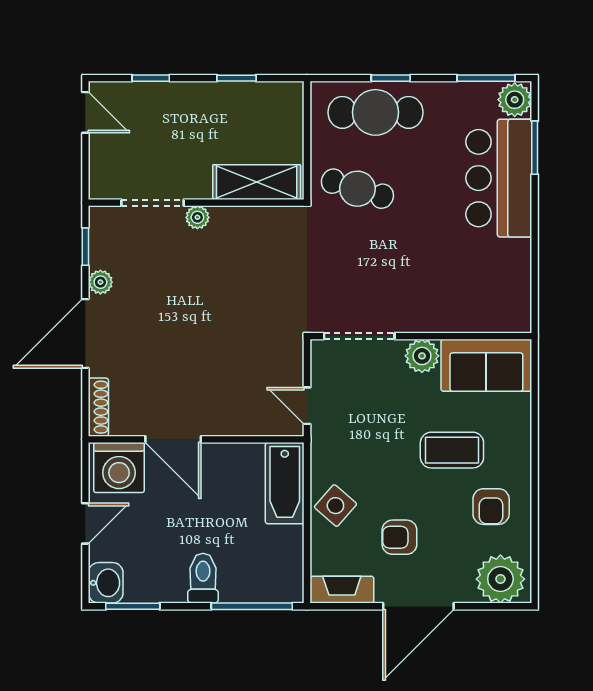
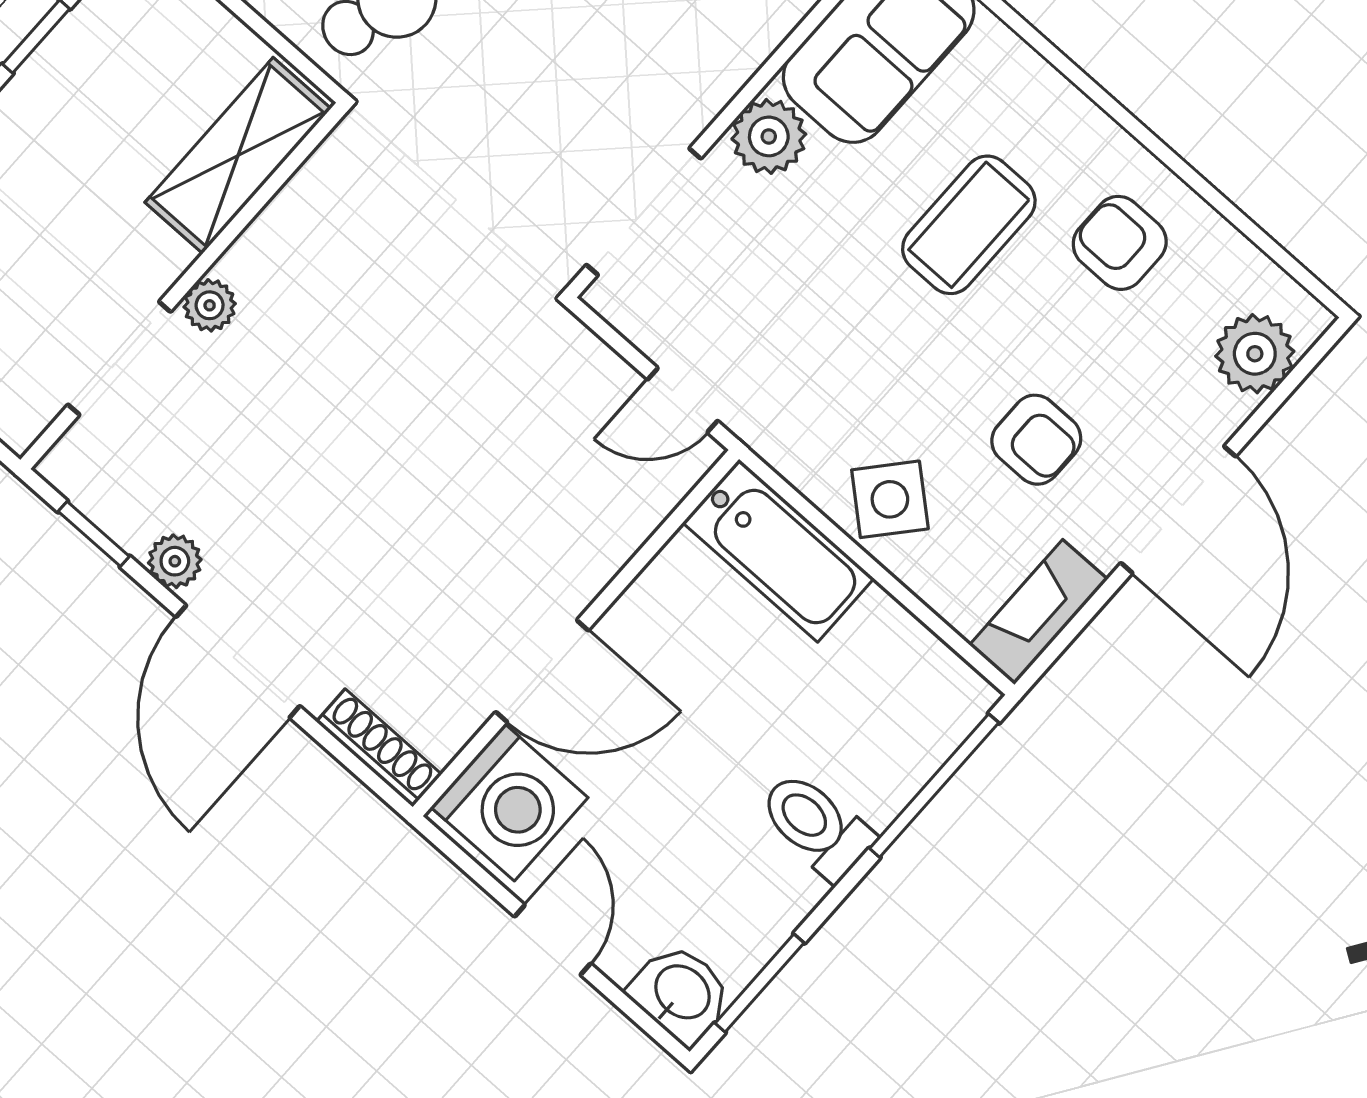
armchair: (491, 507) -> (1120, 243), turned 180
armchair: (399, 537) -> (1036, 440), turned -90
plant: (500, 579) -> (1255, 354), width x0.73, depth x0.73

